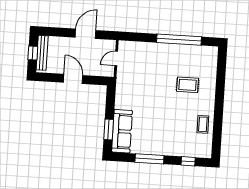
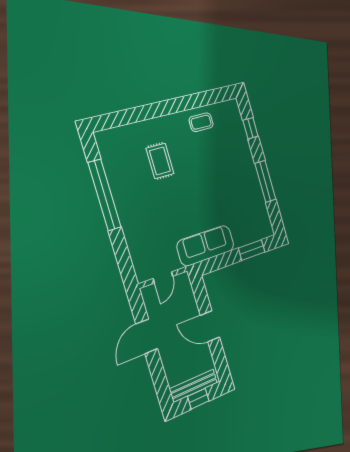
door: (86, 34) -> (147, 336), hinge flipped
door: (116, 58) -> (163, 277), hinge flipped
door: (73, 79) -> (210, 326), hinge flipped
sofa: (122, 131) -> (206, 246), moved

